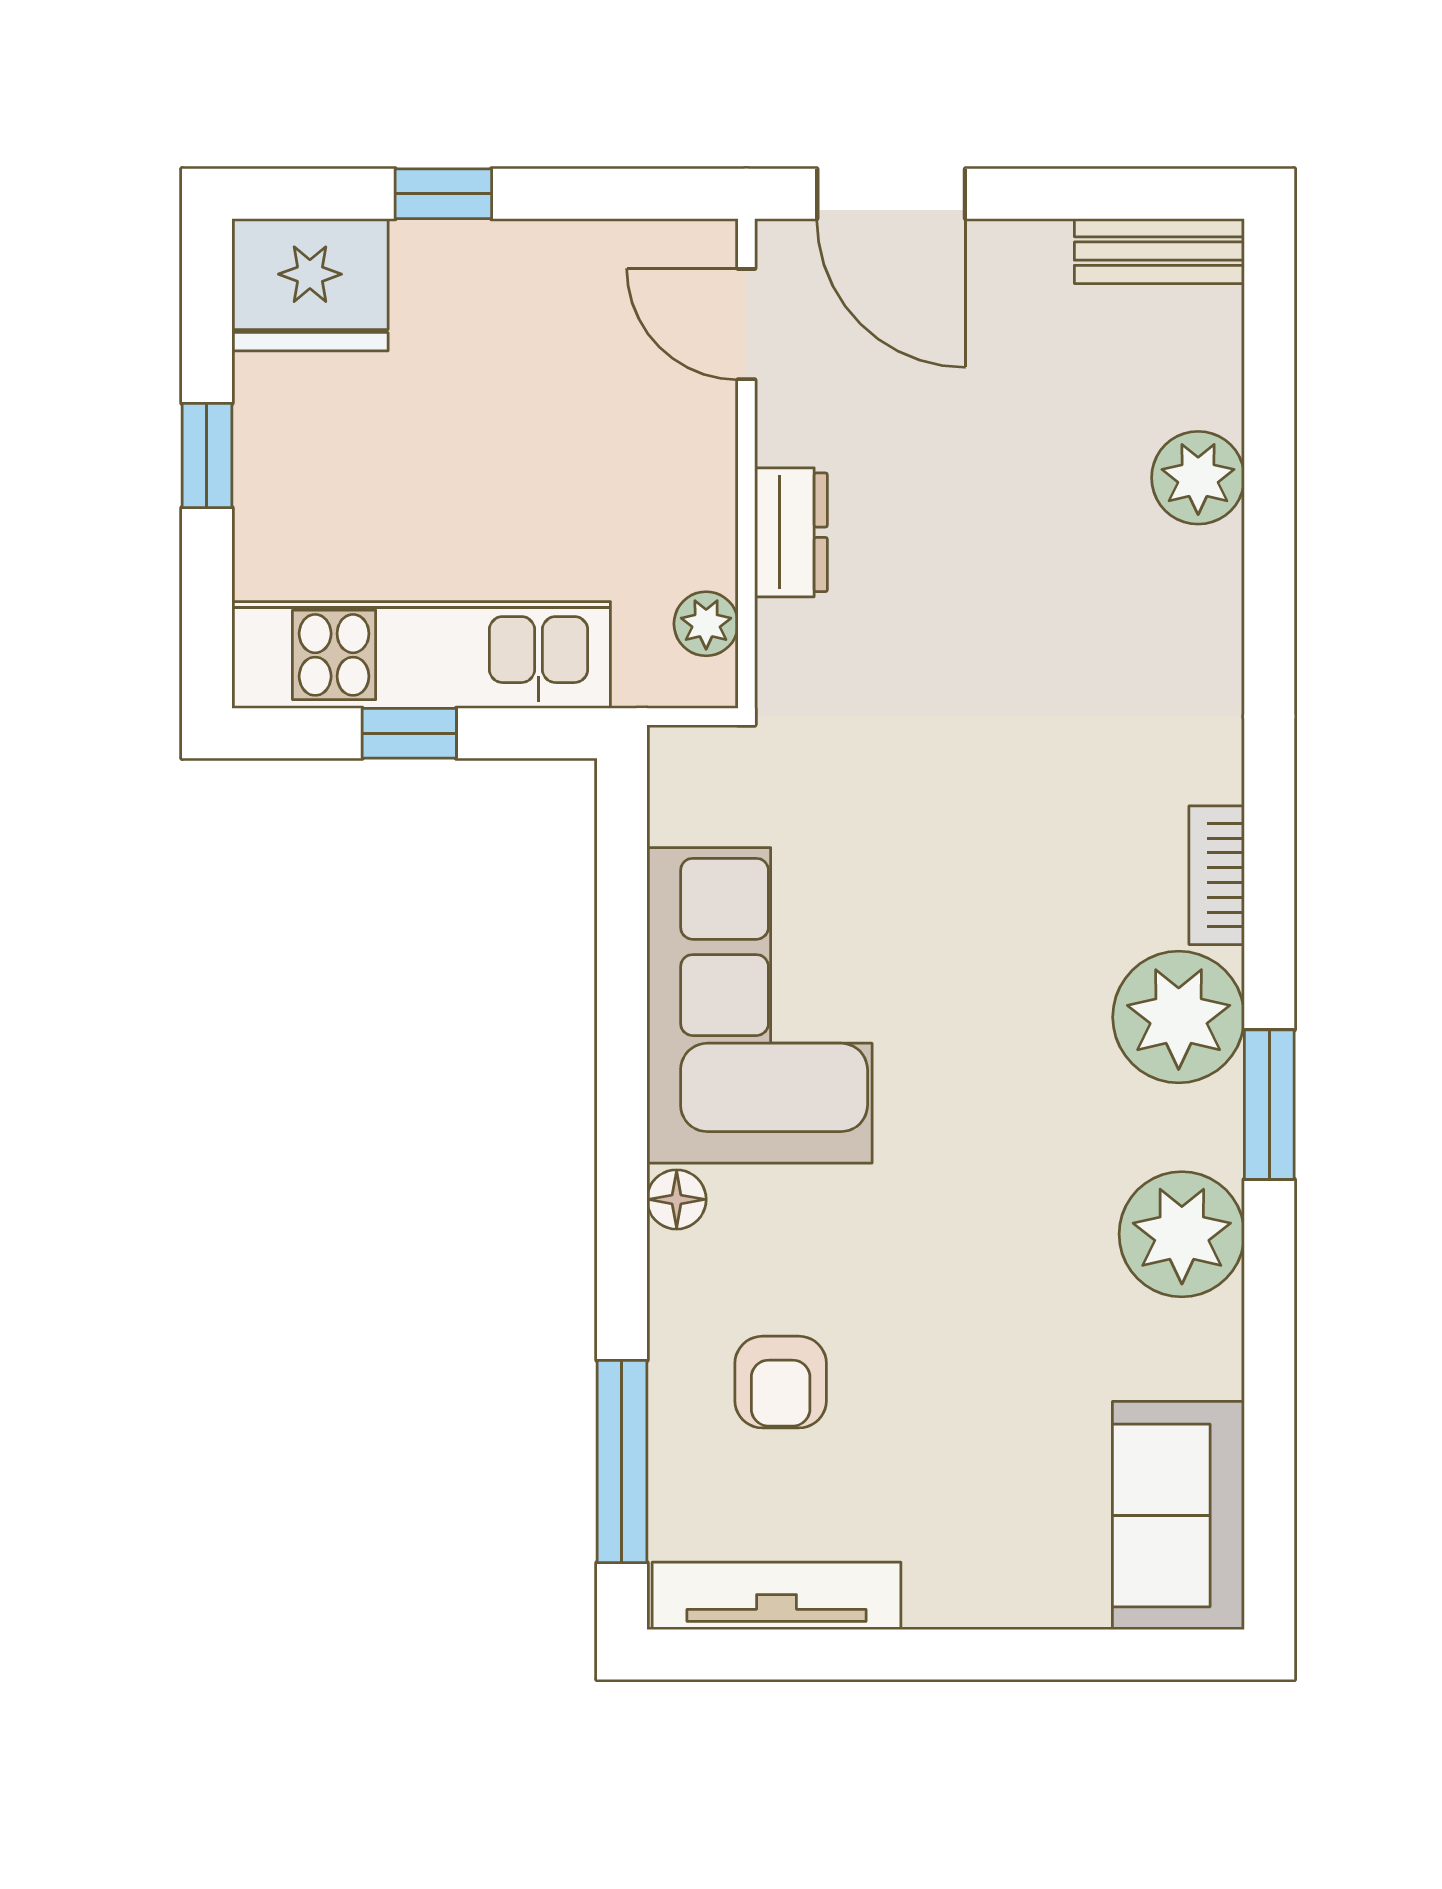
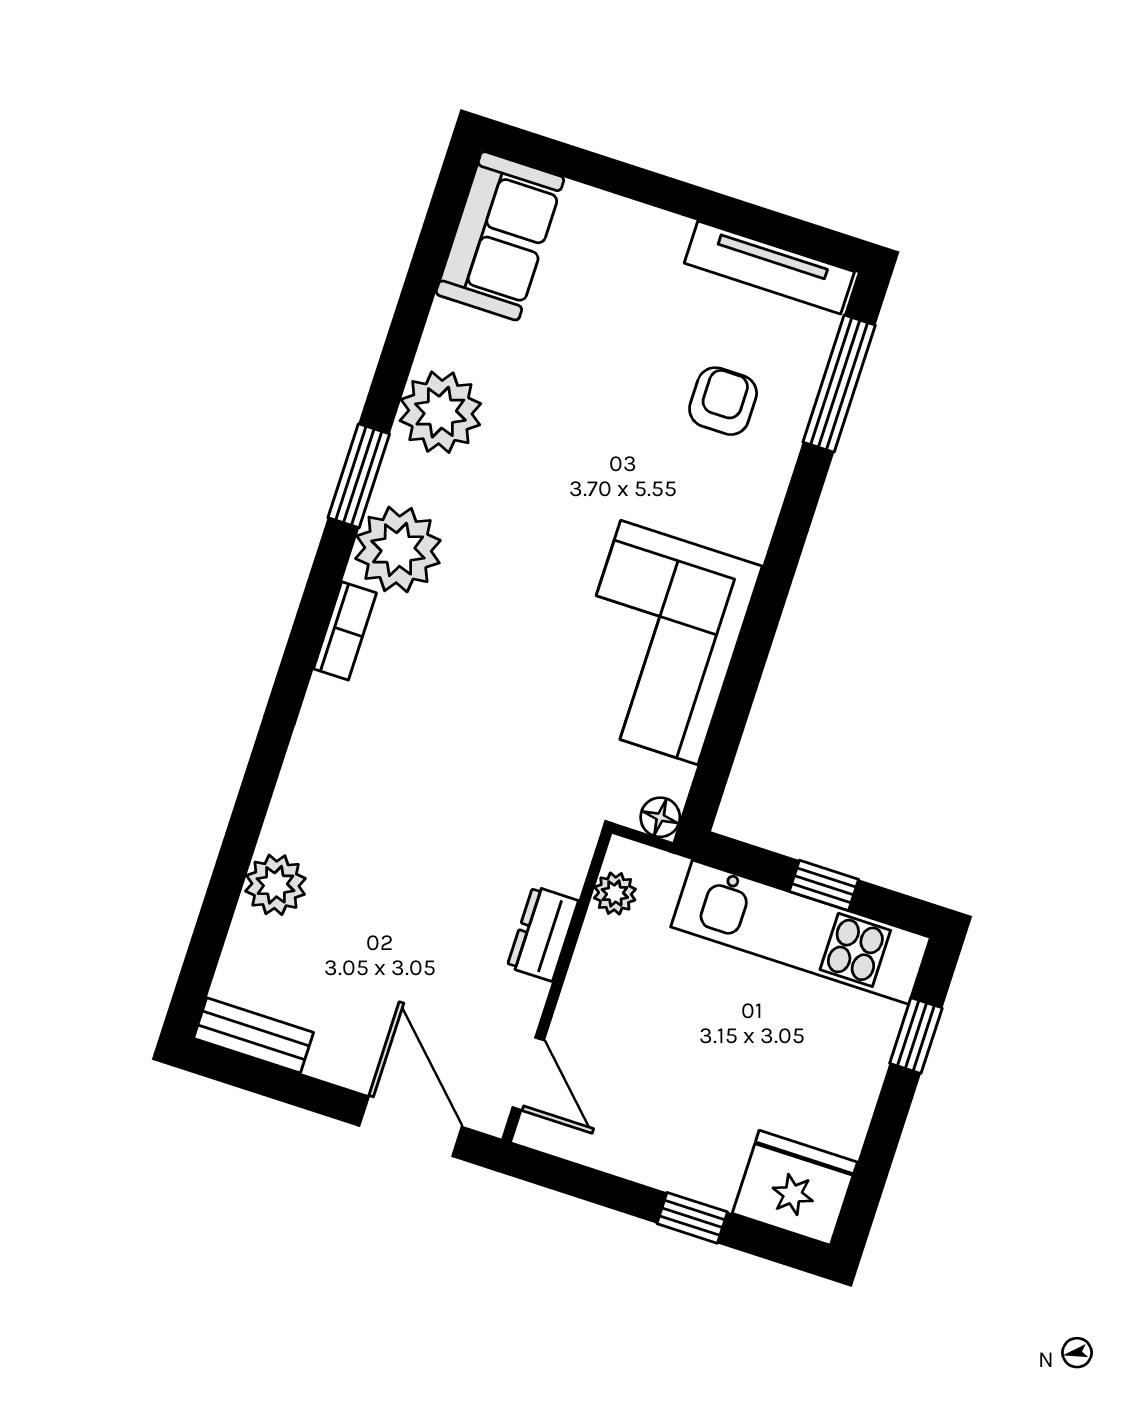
window: (207, 456) -> (916, 1036), moved
floor lamp: (677, 1199) -> (660, 817), moved

